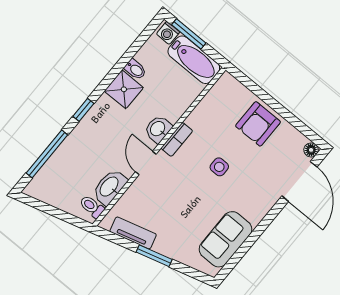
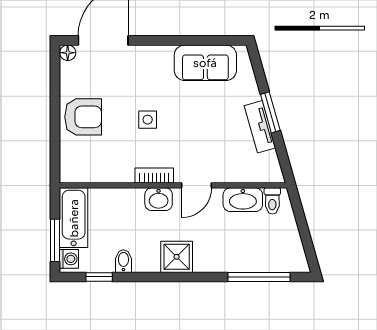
shower: (124, 89) -> (177, 257), moved
window: (83, 110) -> (99, 277), moved
tv unit: (133, 233) -> (260, 127), moved

